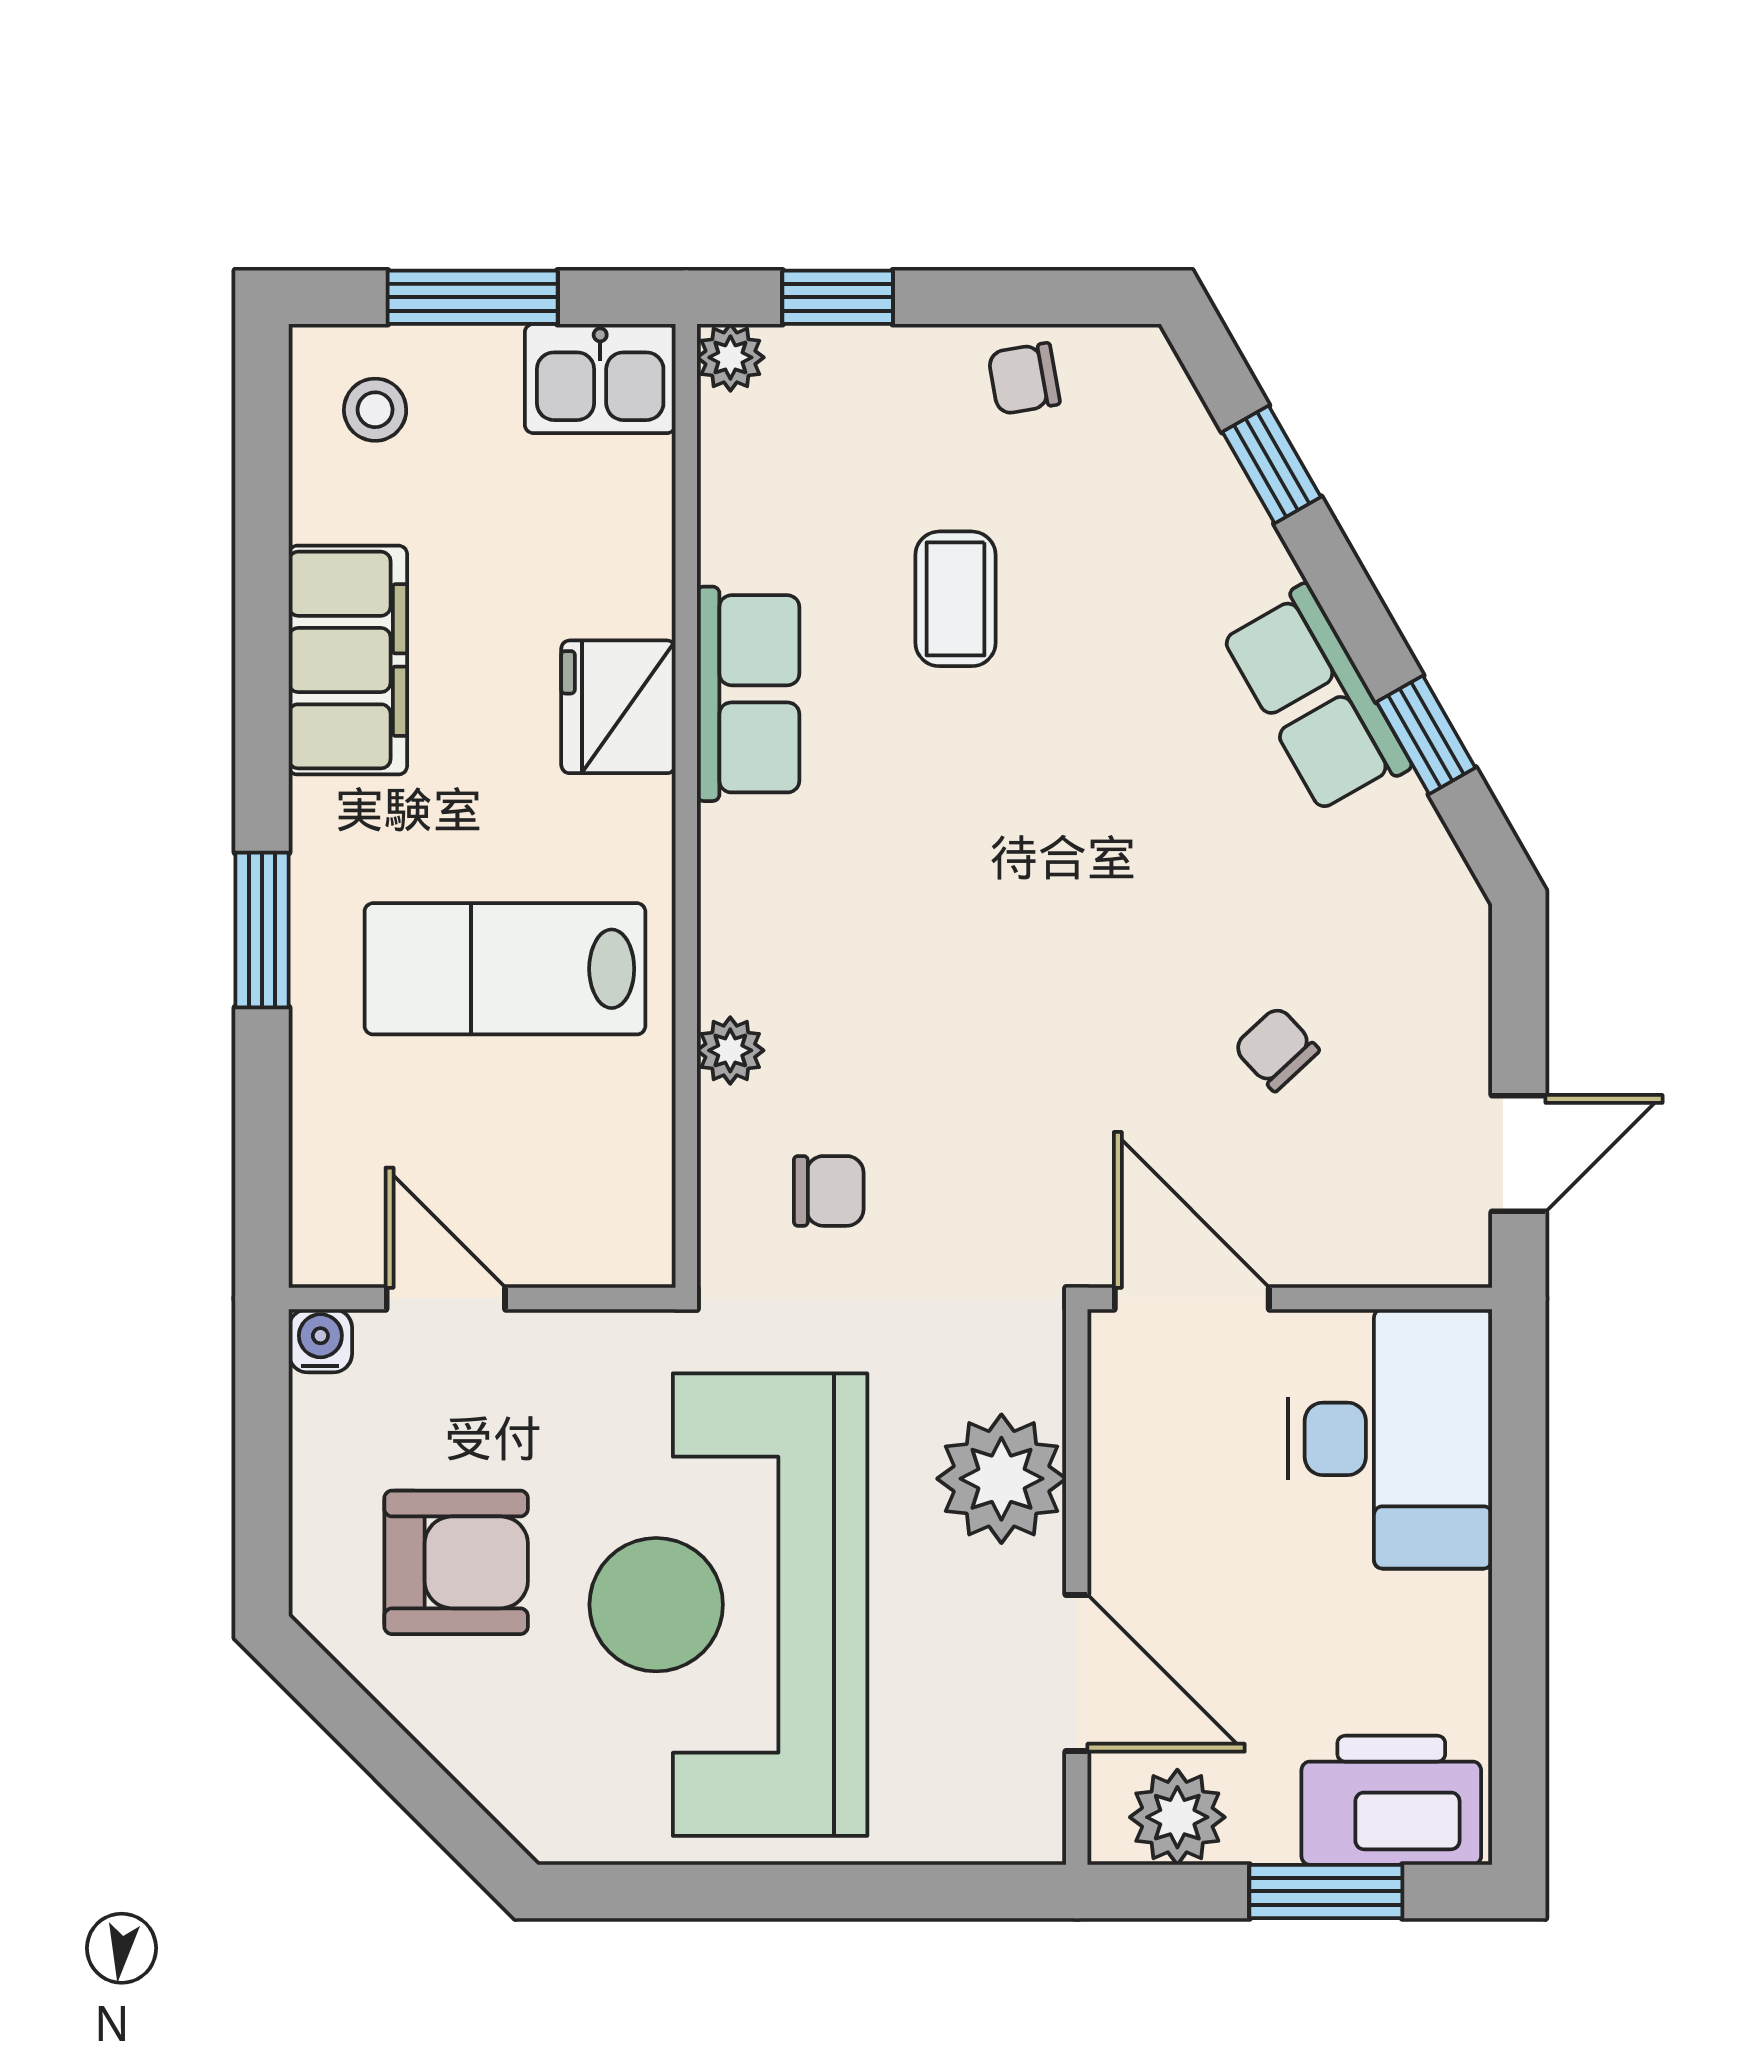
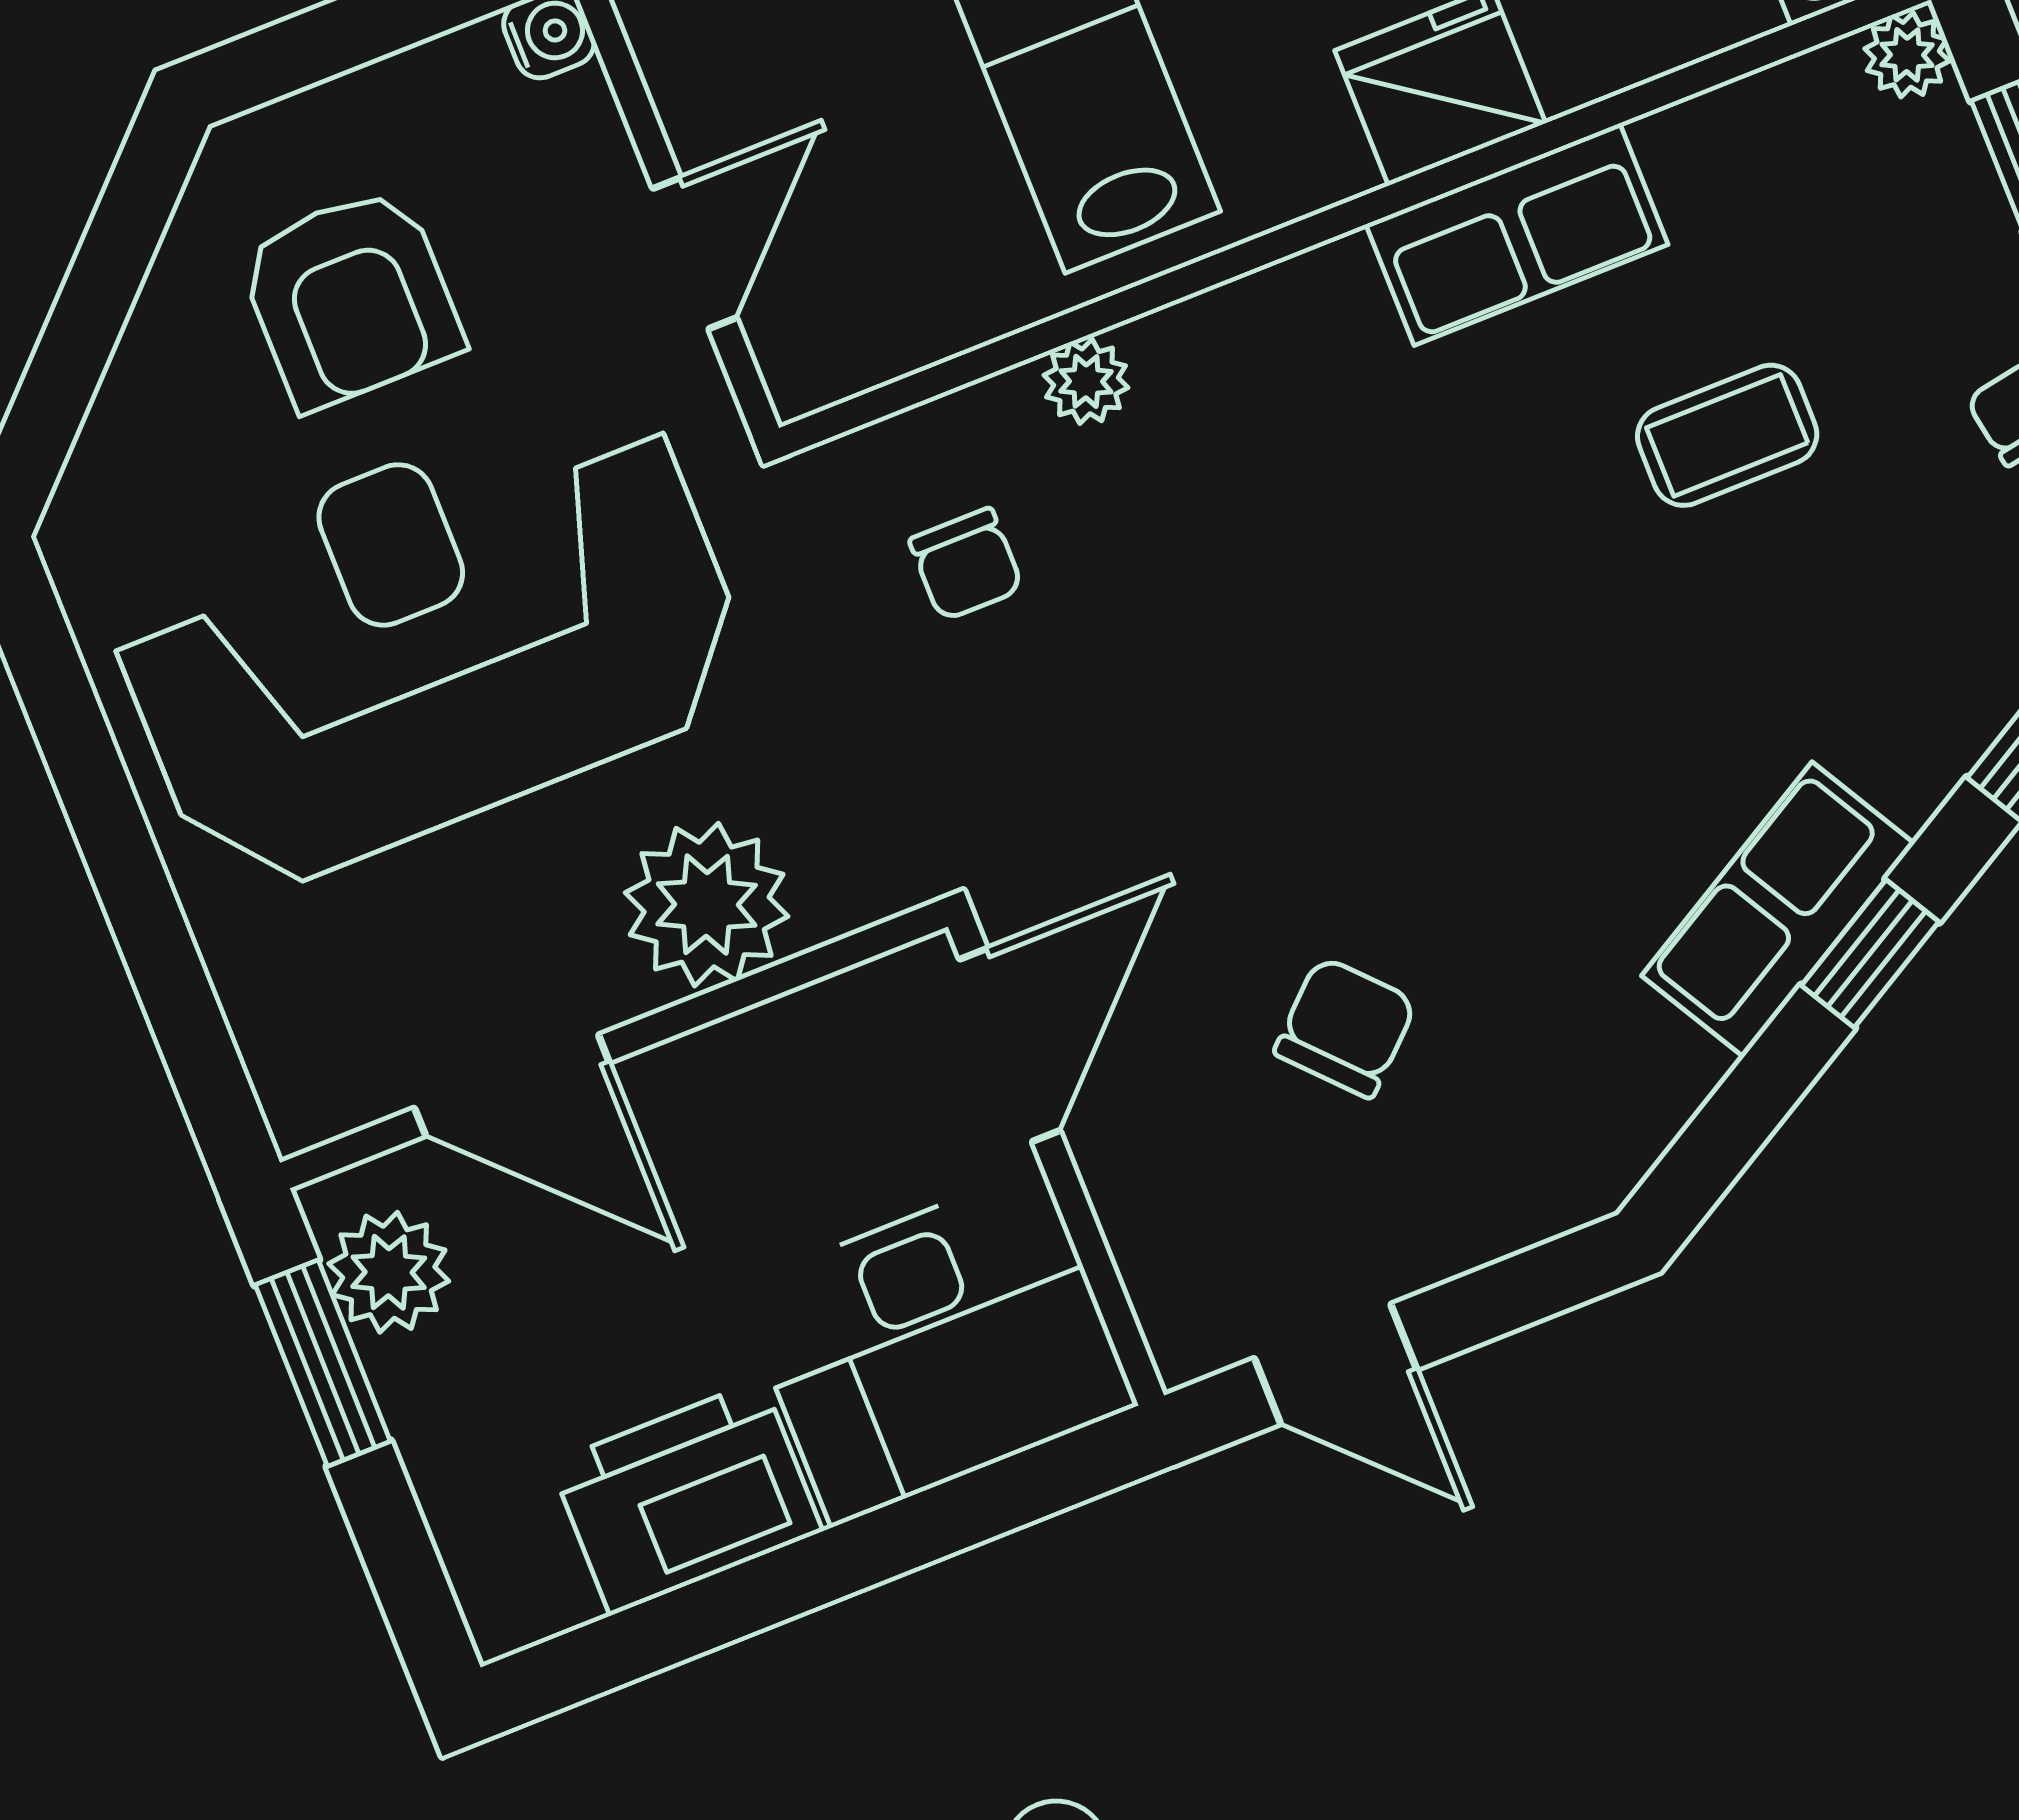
window: (1426, 735) -> (1870, 954), moved
chair: (1276, 1049) -> (1345, 1027), width x1.37, depth x1.37
door: (446, 1298) -> (695, 253), moved
door: (1077, 1673) -> (512, 1085), hinge flipped
printer: (1391, 1800) -> (686, 1497), moved, turned -90
window: (1326, 1891) -> (323, 1363), moved

